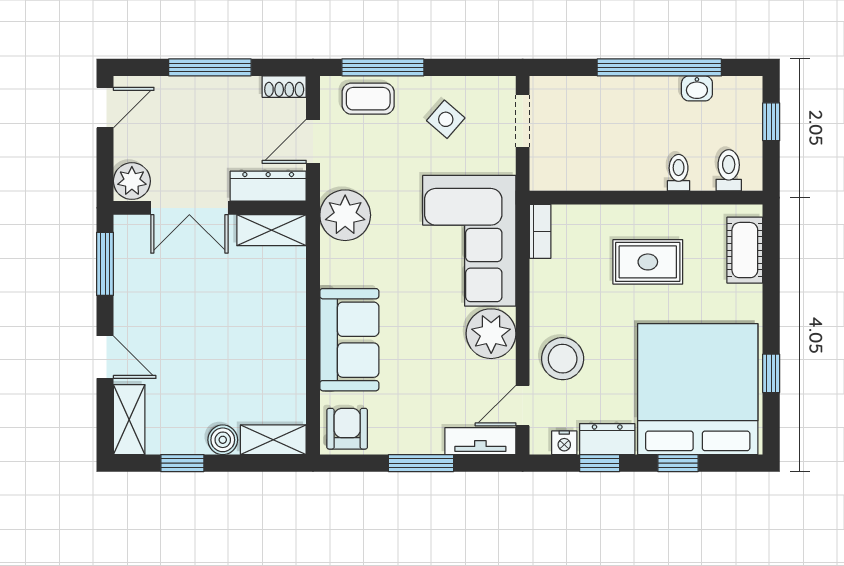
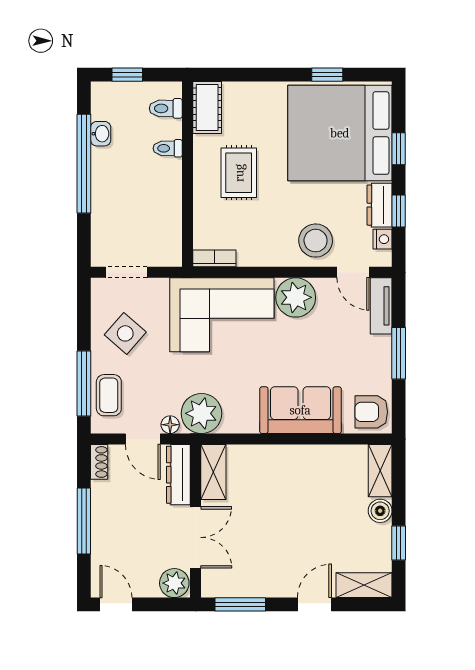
side table: (446, 119) -> (125, 333), width x1.37, depth x1.37
floor lamp: (331, 176) -> (170, 425), added
cot: (745, 250) -> (207, 108), moved, turned 90

